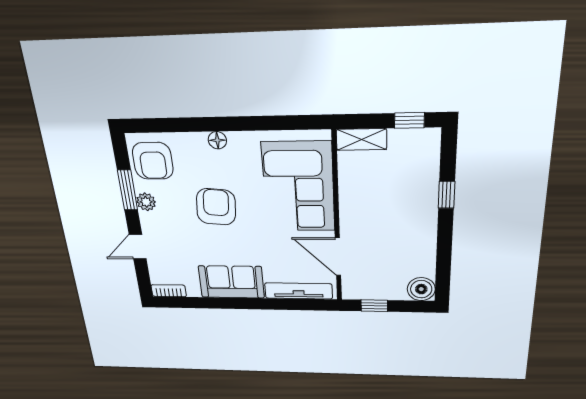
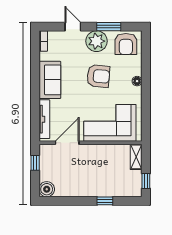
armchair: (153, 161) -> (126, 44), turned -90
plant: (146, 202) -> (97, 41), width x1.88, depth x1.88

